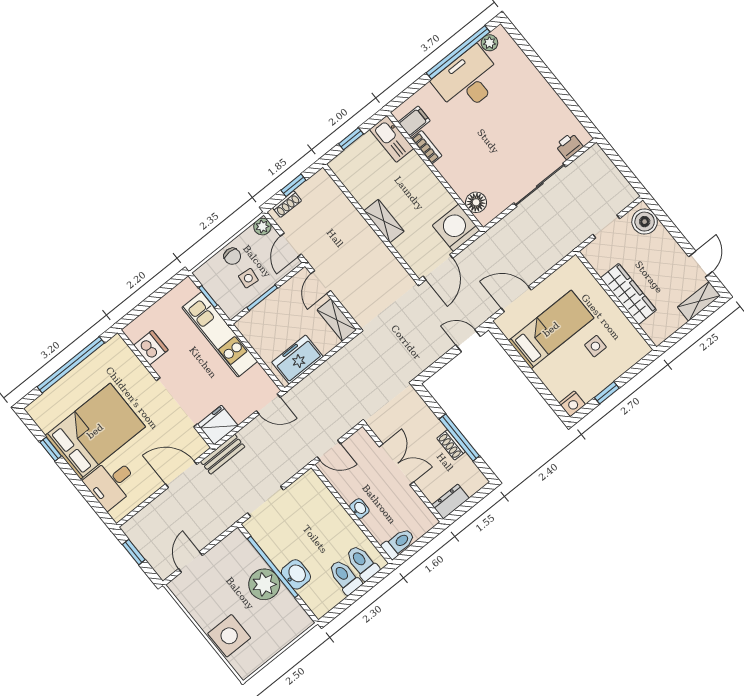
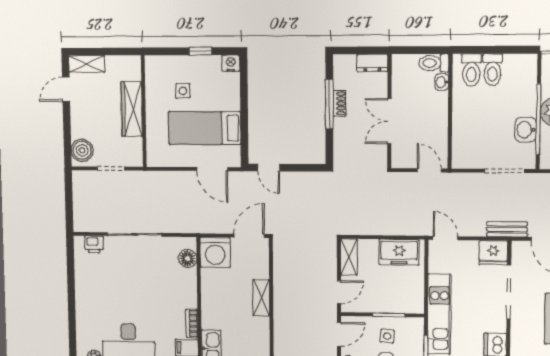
washbasin: (359, 509) -> (442, 82), moved
washbasin: (296, 574) -> (526, 130), moved

